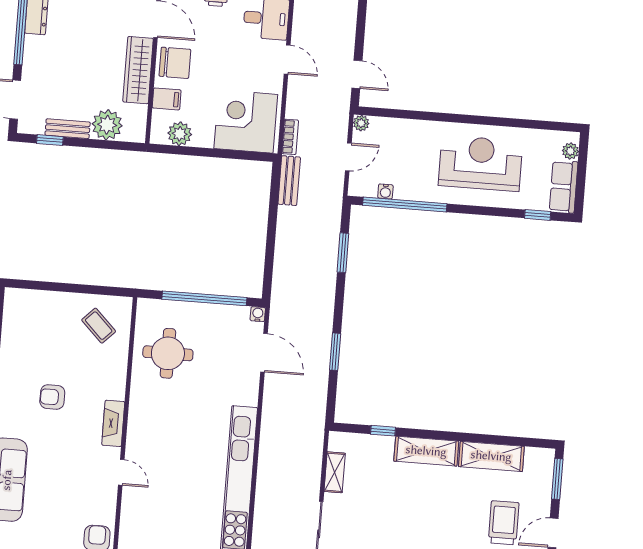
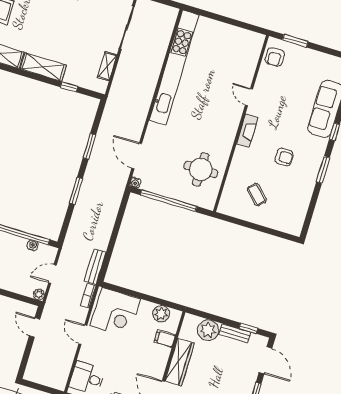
door: (287, 59) -> (83, 335), moved
chair: (175, 63) -> (154, 362), removed
window: (343, 253) -> (76, 191), moved
coffee table: (99, 326) -> (257, 195), moved

